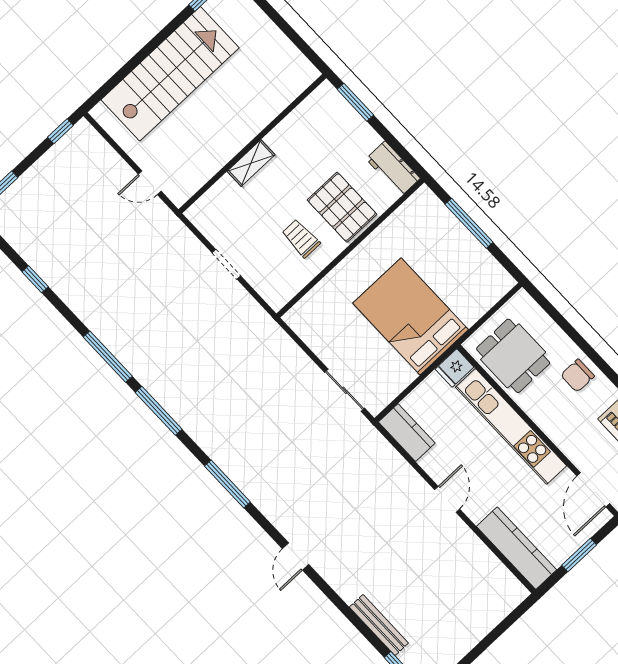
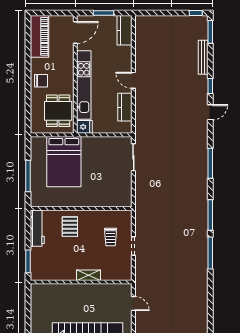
workbench: (393, 169) -> (37, 228), width x1.38
pallet: (342, 207) -> (70, 227), width x0.67, depth x0.71
trolley: (301, 238) -> (111, 237), moved
window: (35, 279) -> (210, 86), moved
bed: (411, 316) -> (64, 162), moved
kitchen counter: (407, 433) -> (125, 107), moved
door: (447, 499) -> (133, 80), hinge flipped
kitchen counter: (516, 548) -> (124, 30), width x0.67

